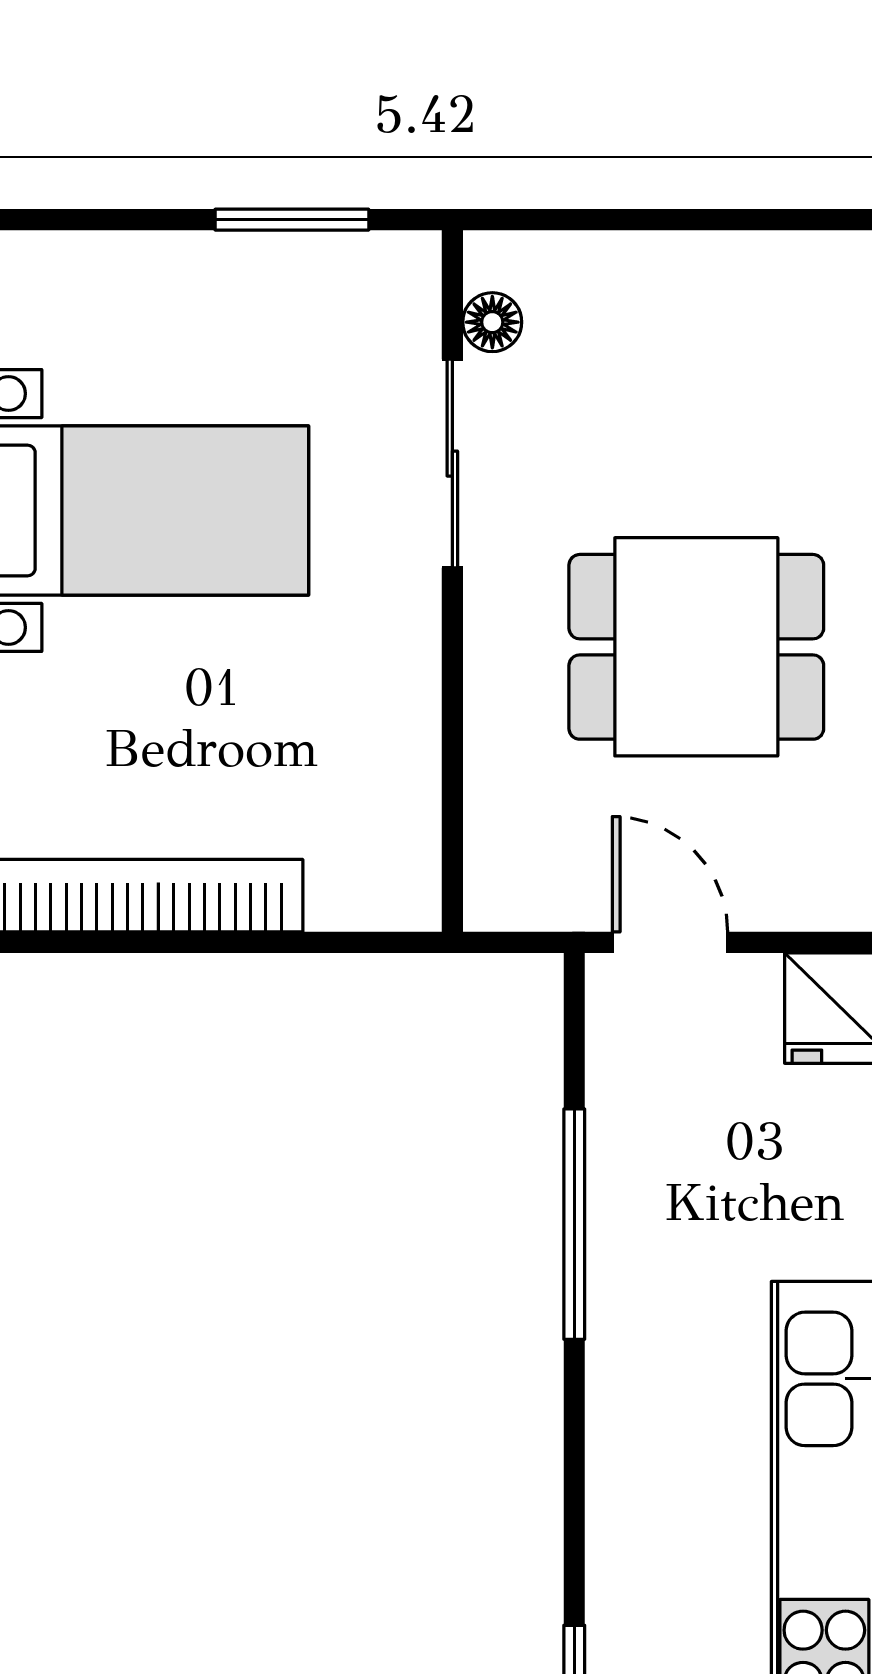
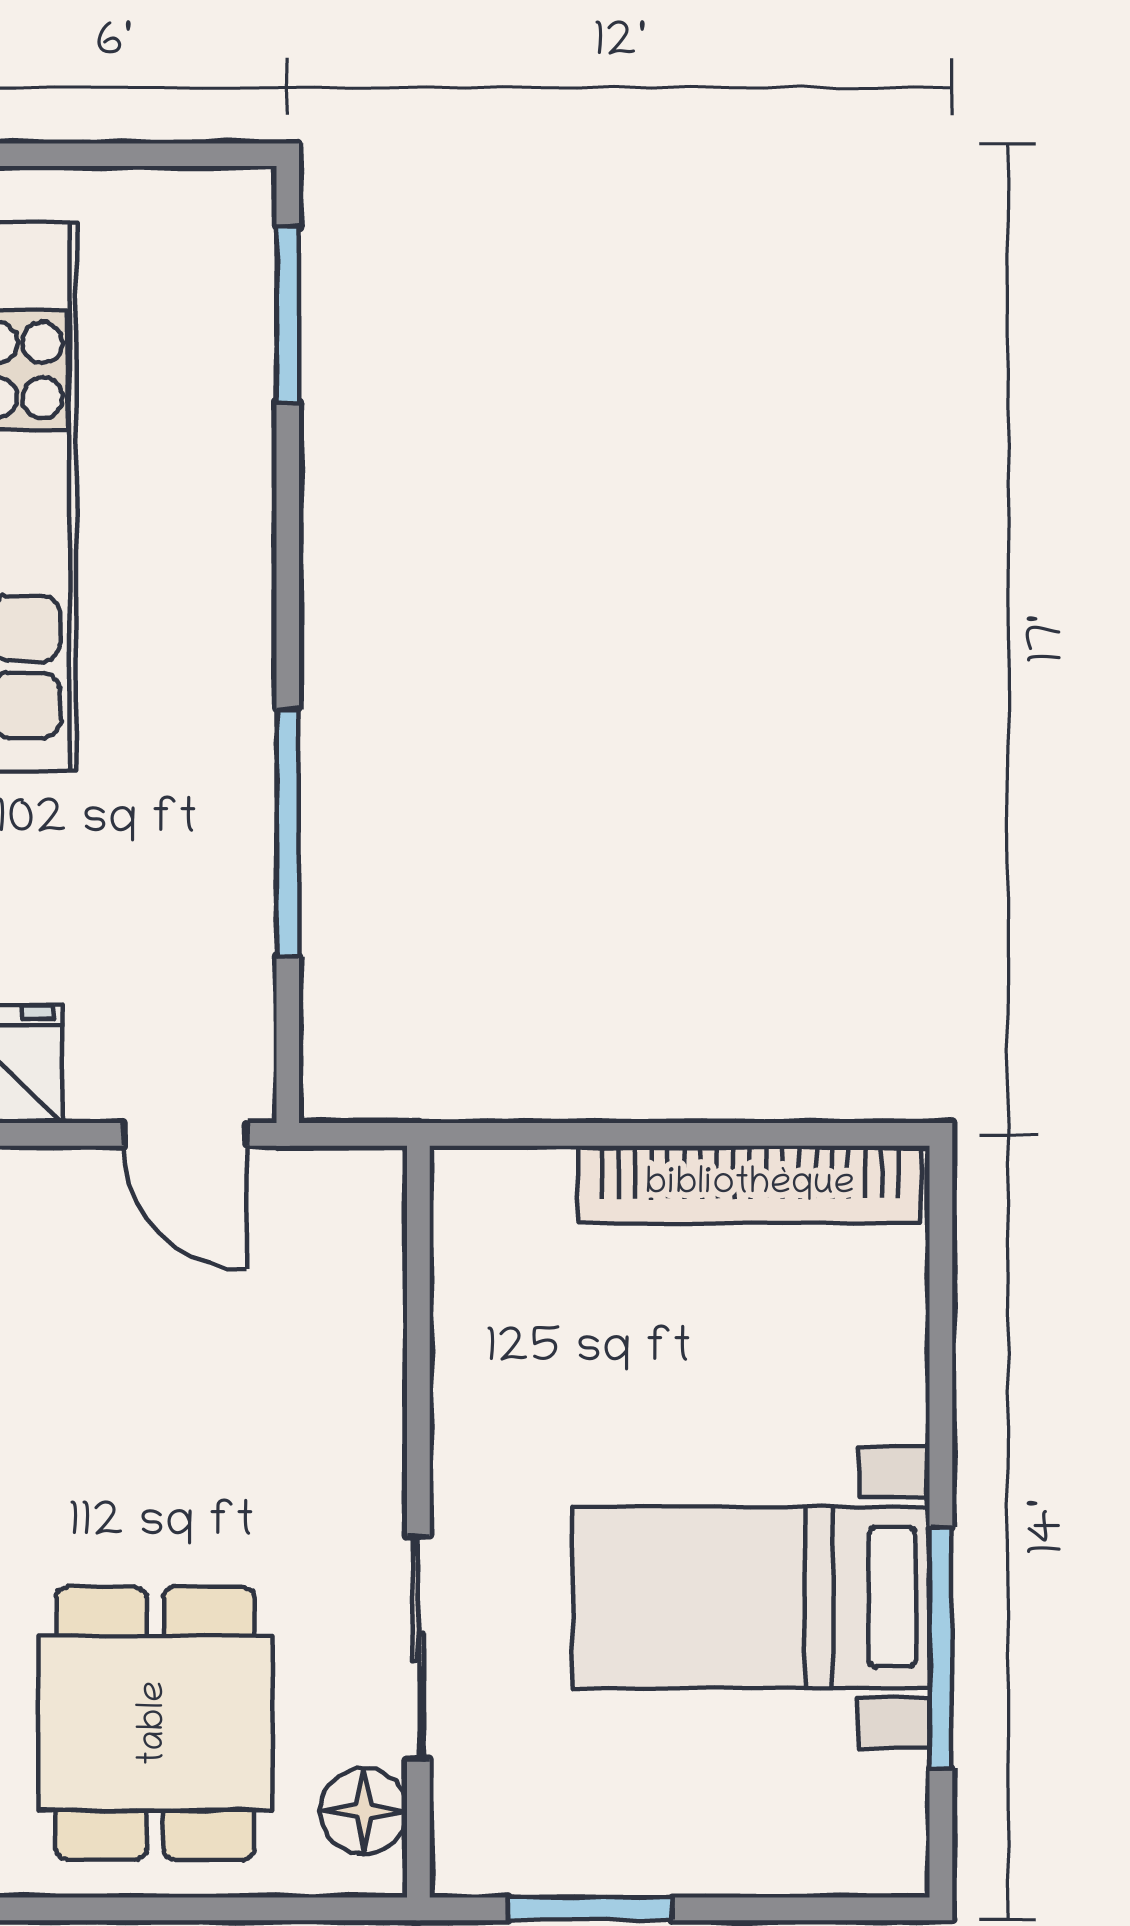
floor lamp: (492, 322) -> (364, 1811), width x1.37, depth x1.37
dining table: (696, 647) -> (155, 1723), moved, turned 90

